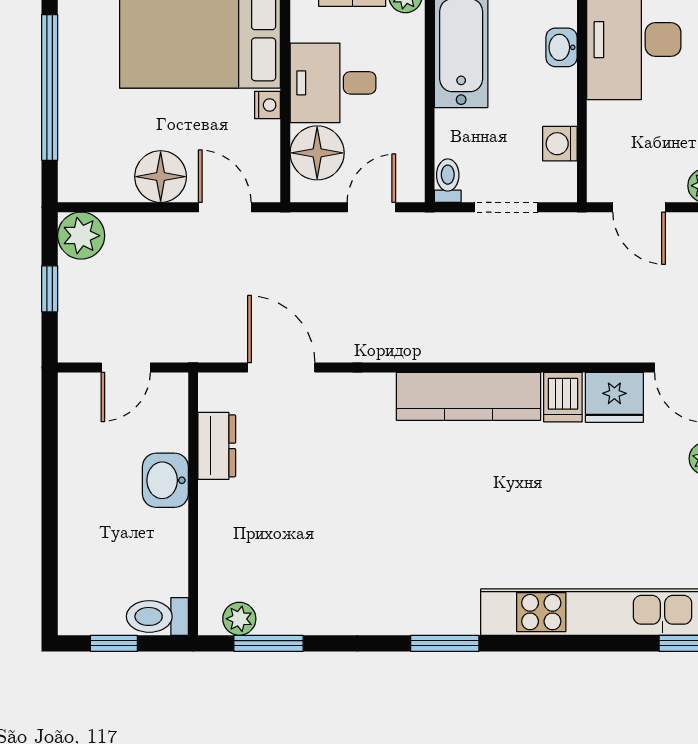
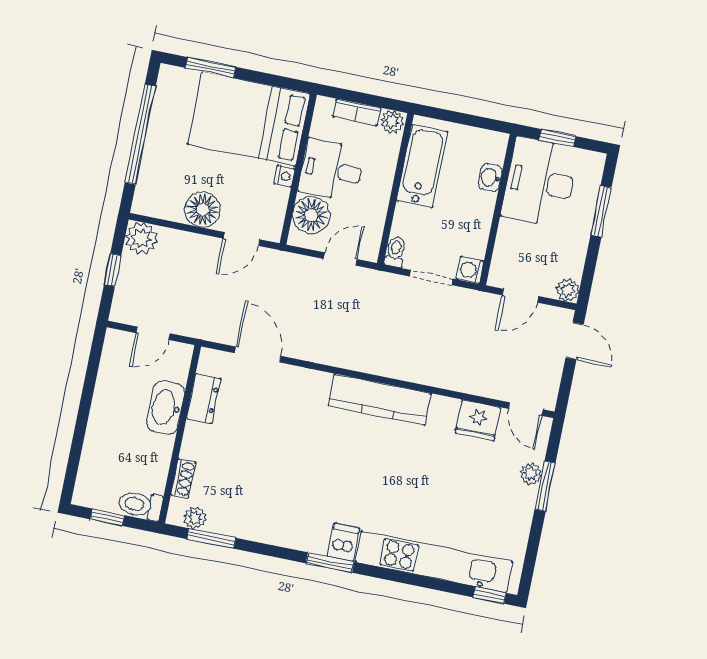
washing machine: (560, 144) -> (470, 270), moved
door: (225, 207) -> (242, 239), swing flipped
door: (639, 207) -> (520, 296), hinge flipped
dishwasher: (563, 397) -> (344, 542), moved, turned 180
washbasin: (165, 480) -> (166, 408), width x1.38
shoe rack: (211, 566) -> (183, 478), added

